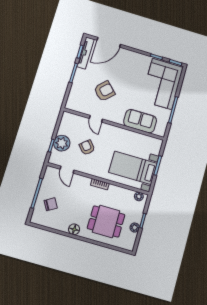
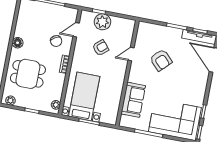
chair: (51, 204) -> (56, 41), moved
dining table: (106, 222) -> (28, 74), turned 90
plant: (135, 228) -> (10, 101), moved

